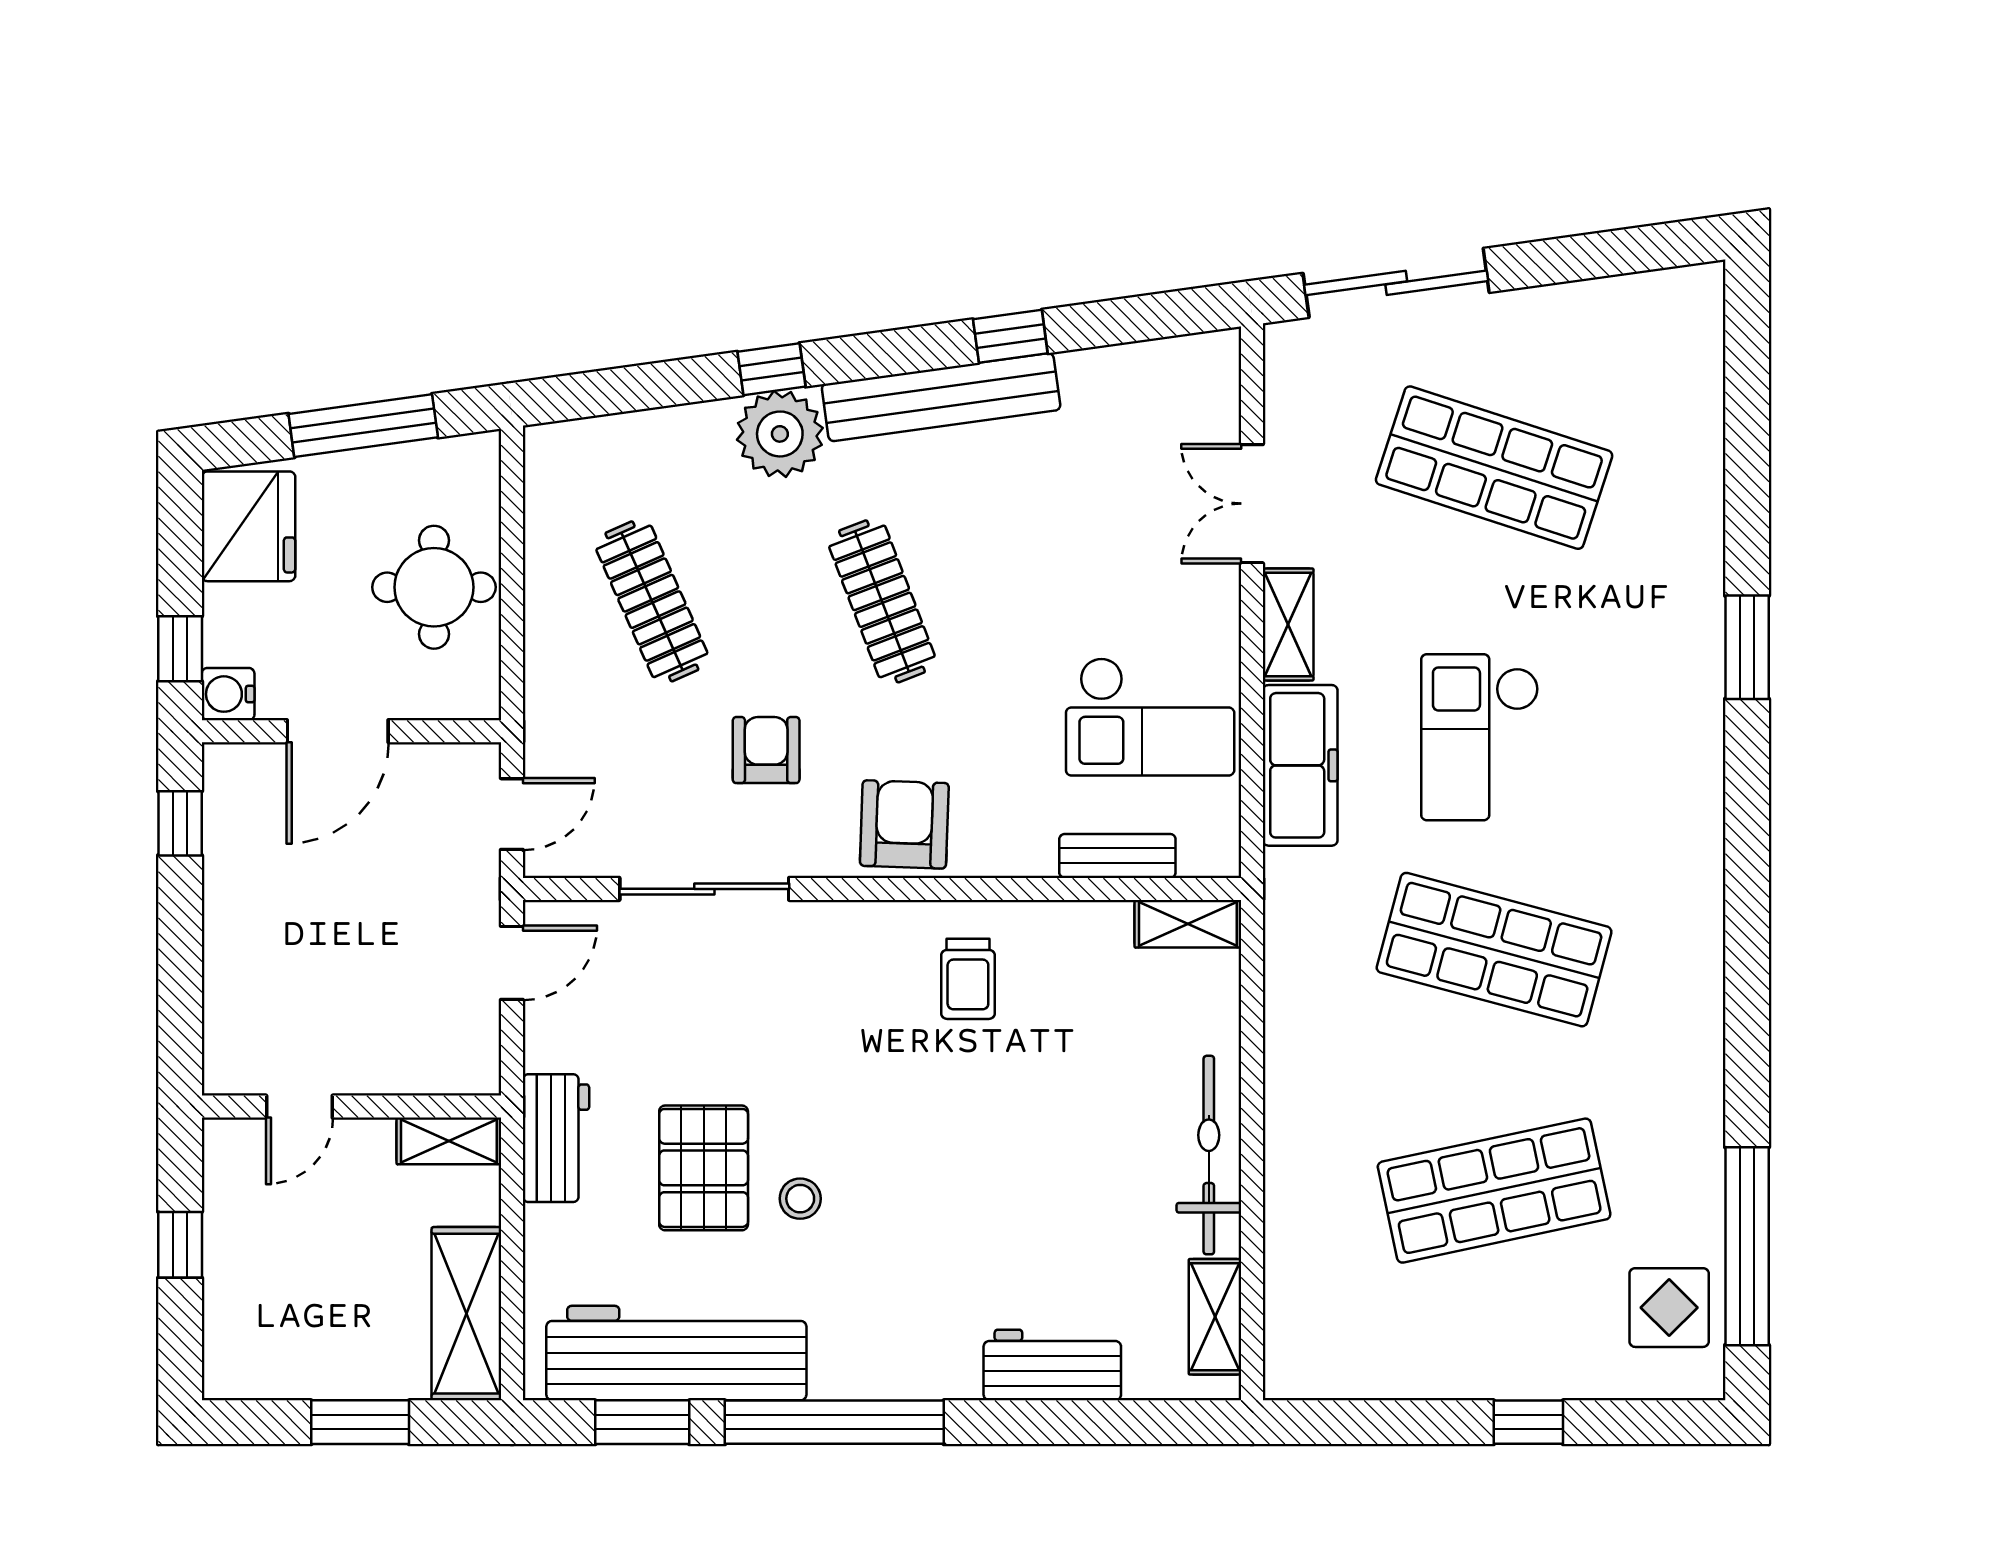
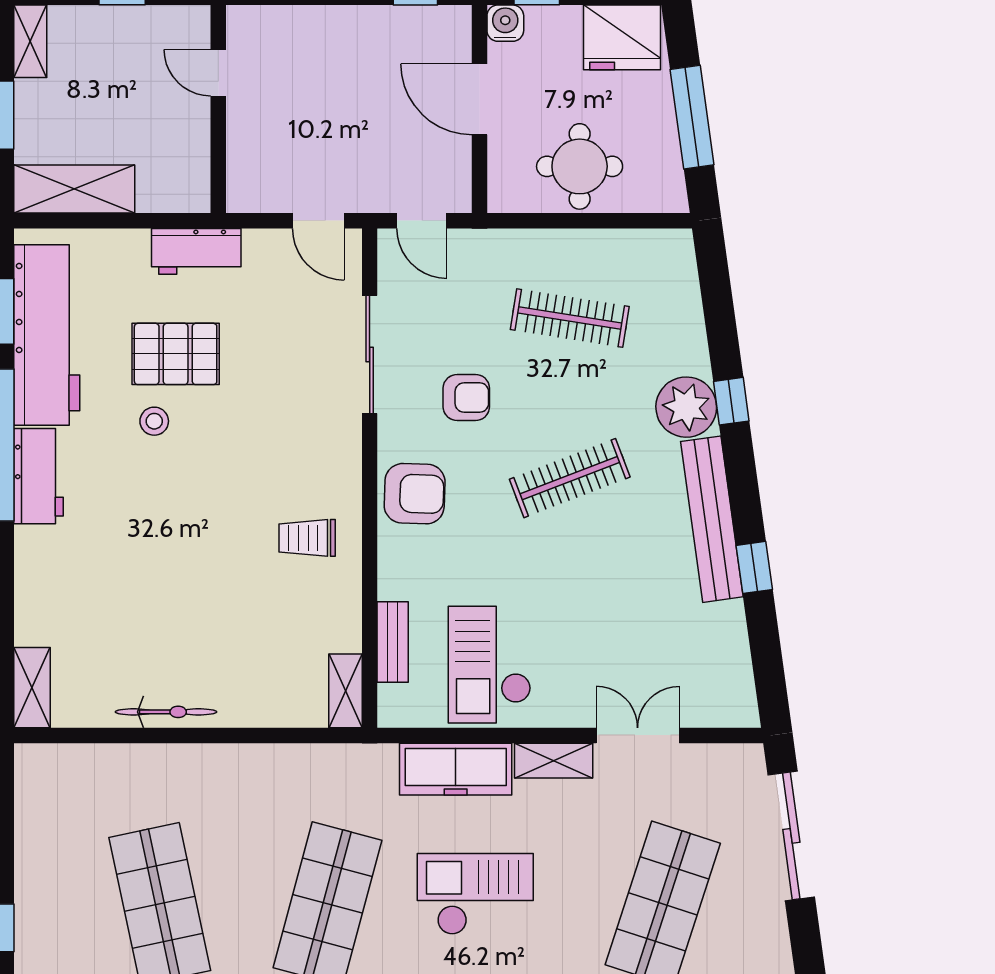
clothes rail: (652, 601) -> (570, 318), turned 33
shelving: (449, 1141) -> (30, 41), moved
bicycle: (1209, 1155) -> (166, 712), width x0.73, depth x0.71
shelving: (1215, 1317) -> (32, 688), moved, turned 90
workbench: (1052, 1365) -> (38, 476), moved

